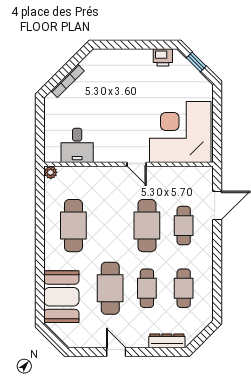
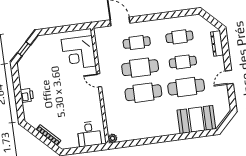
printer: (163, 57) -> (27, 95), moved
corner desk: (180, 132) -> (79, 53), width x0.74, depth x0.74
desk: (77, 145) -> (89, 134), moved, turned 90
door: (137, 164) -> (99, 80), swing flipped
cafe table: (73, 226) -> (143, 93), moved

